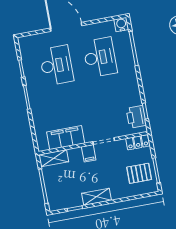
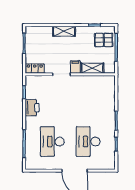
water cooler: (121, 24) -> (30, 164), removed
printer: (136, 117) -> (32, 108), moved
filing cabinet: (66, 138) -> (91, 83), removed
shelving: (54, 158) -> (92, 68), moved
pallet: (139, 173) -> (104, 40), moved
shelving: (96, 197) -> (64, 31), moved

